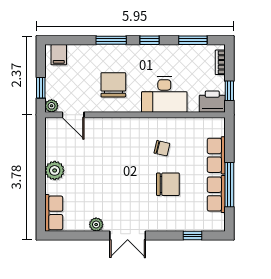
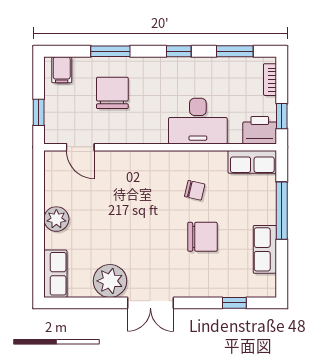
window: (111, 40) -> (110, 51), moved
chair: (113, 85) -> (112, 93), moved
plant: (51, 106) -> (52, 136), removed
row of seats: (216, 155) -> (252, 162), moved, turned -90
window: (229, 185) -> (282, 211), moved
plant: (96, 225) -> (110, 281), width x1.88, depth x1.88

